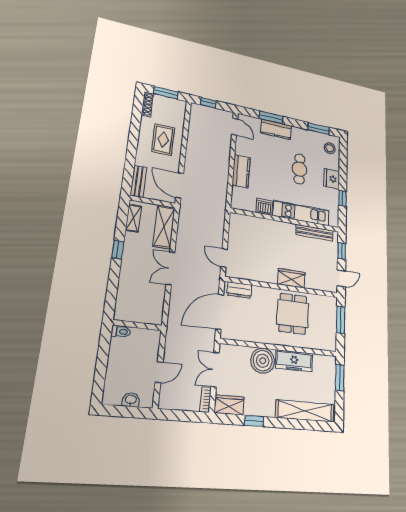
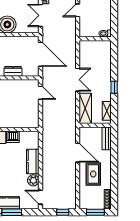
plant: (242, 148) -> (33, 180), added
door: (180, 186) -> (78, 153), moved
dresser: (239, 290) -> (13, 71), moved
door: (220, 312) -> (41, 54), hinge flipped
double door: (215, 370) -> (41, 15), swing flipped

